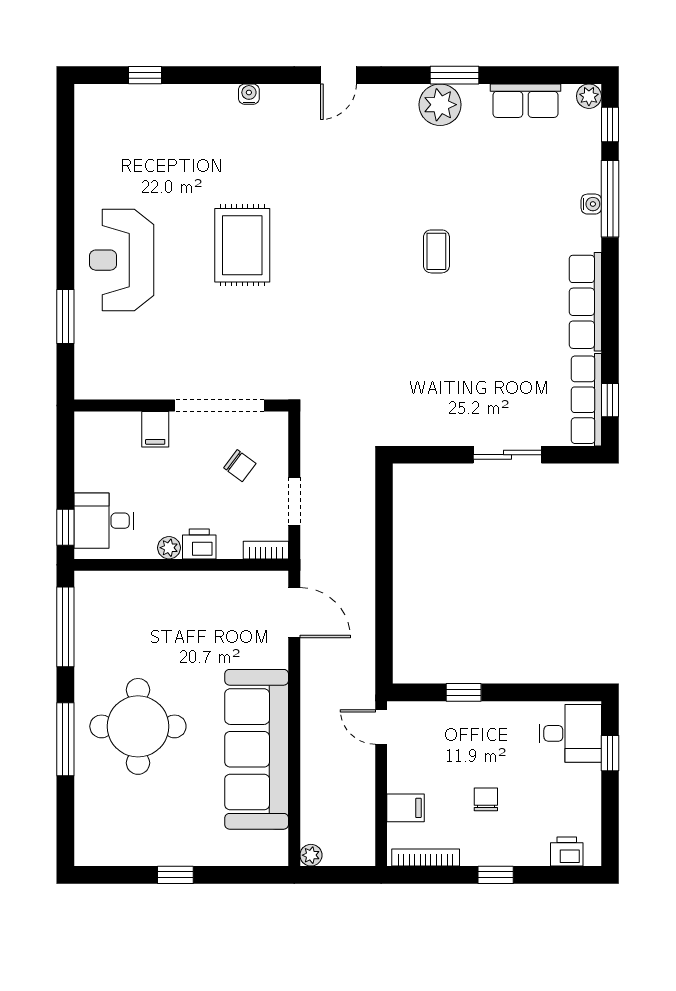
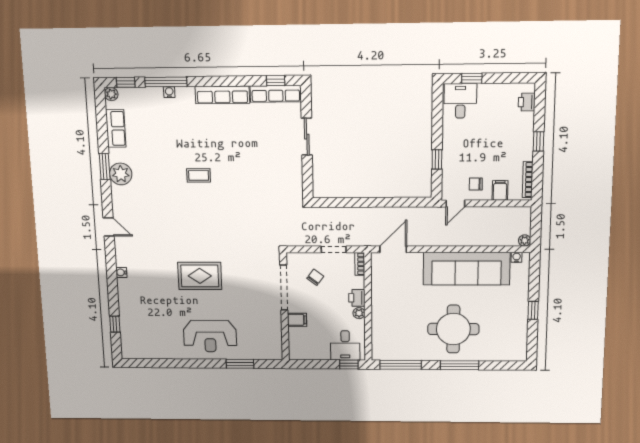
chair: (486, 799) -> (476, 184), moved
water cooler: (279, 841) -> (517, 257), added

